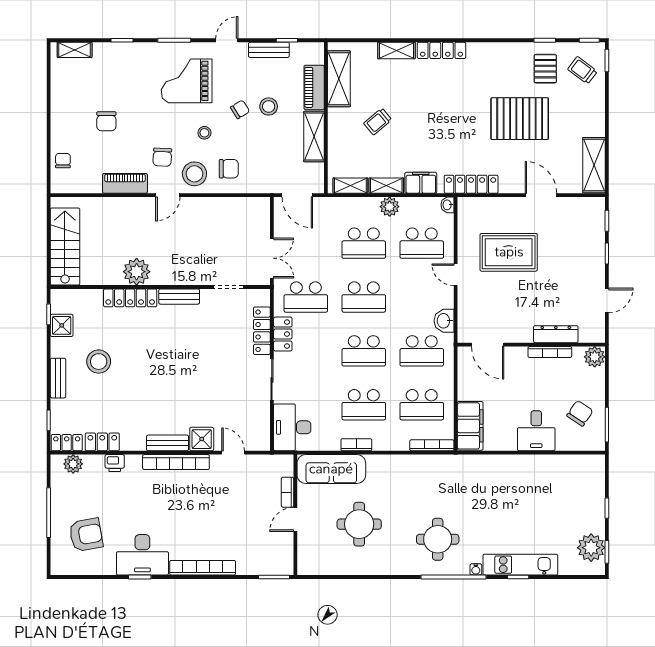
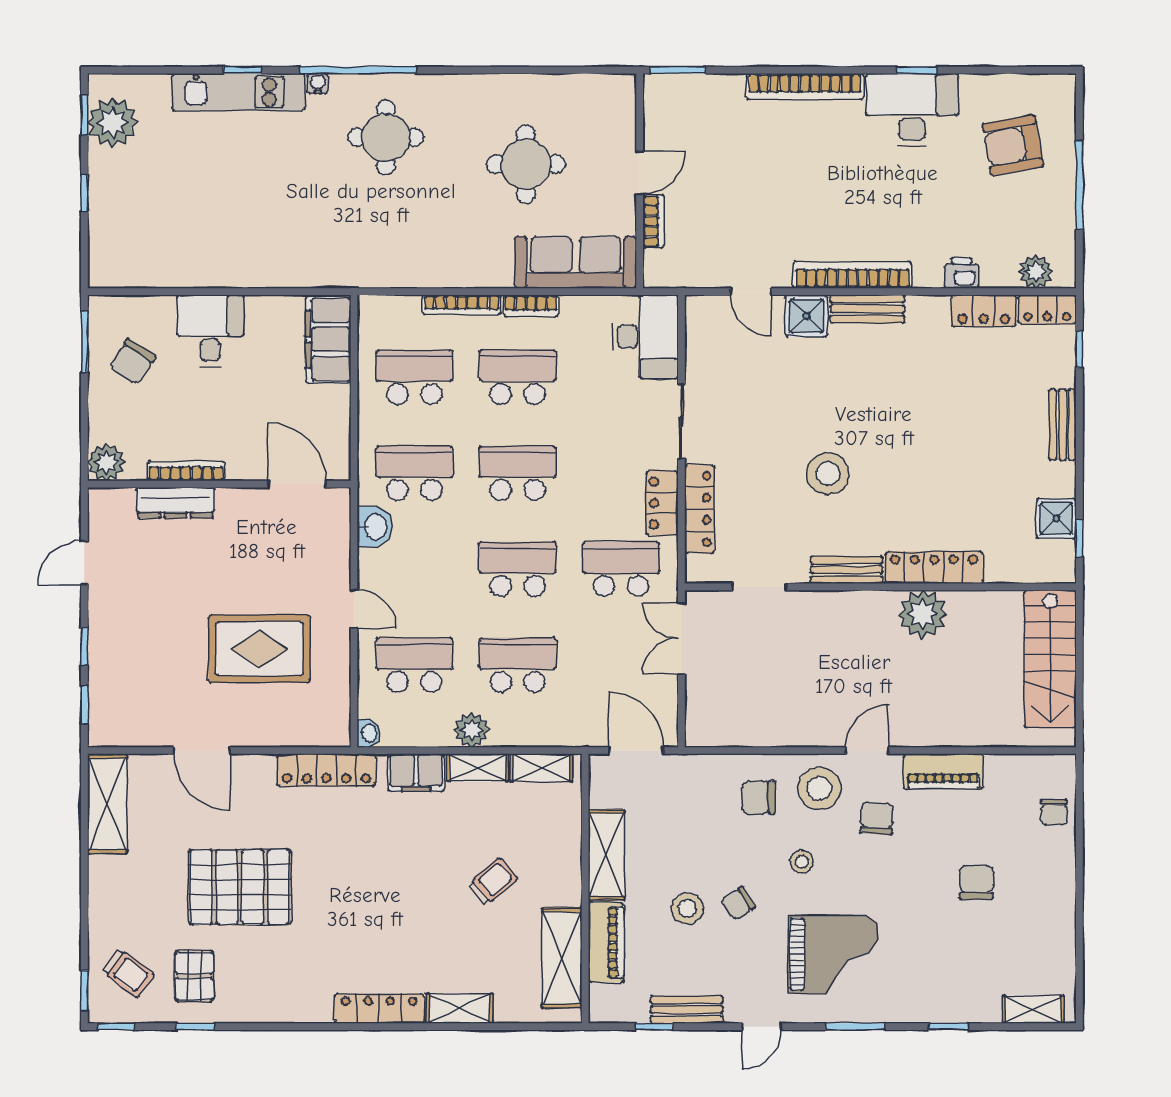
stool: (99, 362) -> (828, 474), moved
bookcase: (432, 445) -> (462, 305), moved

